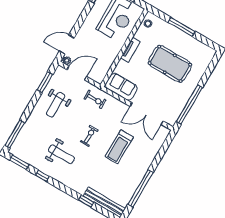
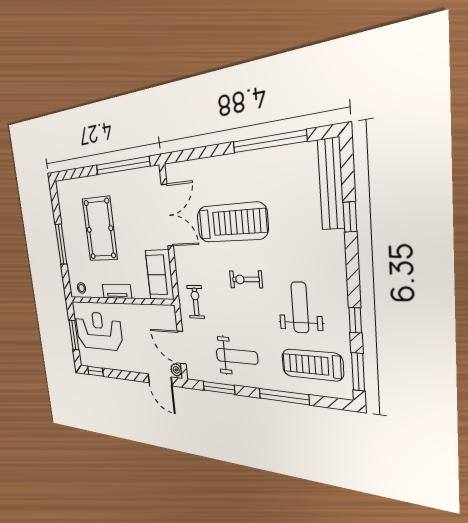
window: (15, 134) -> (284, 397), moved
treadmill: (32, 143) -> (312, 365), added
treadmill: (119, 147) -> (232, 223), width x1.37, depth x1.37

